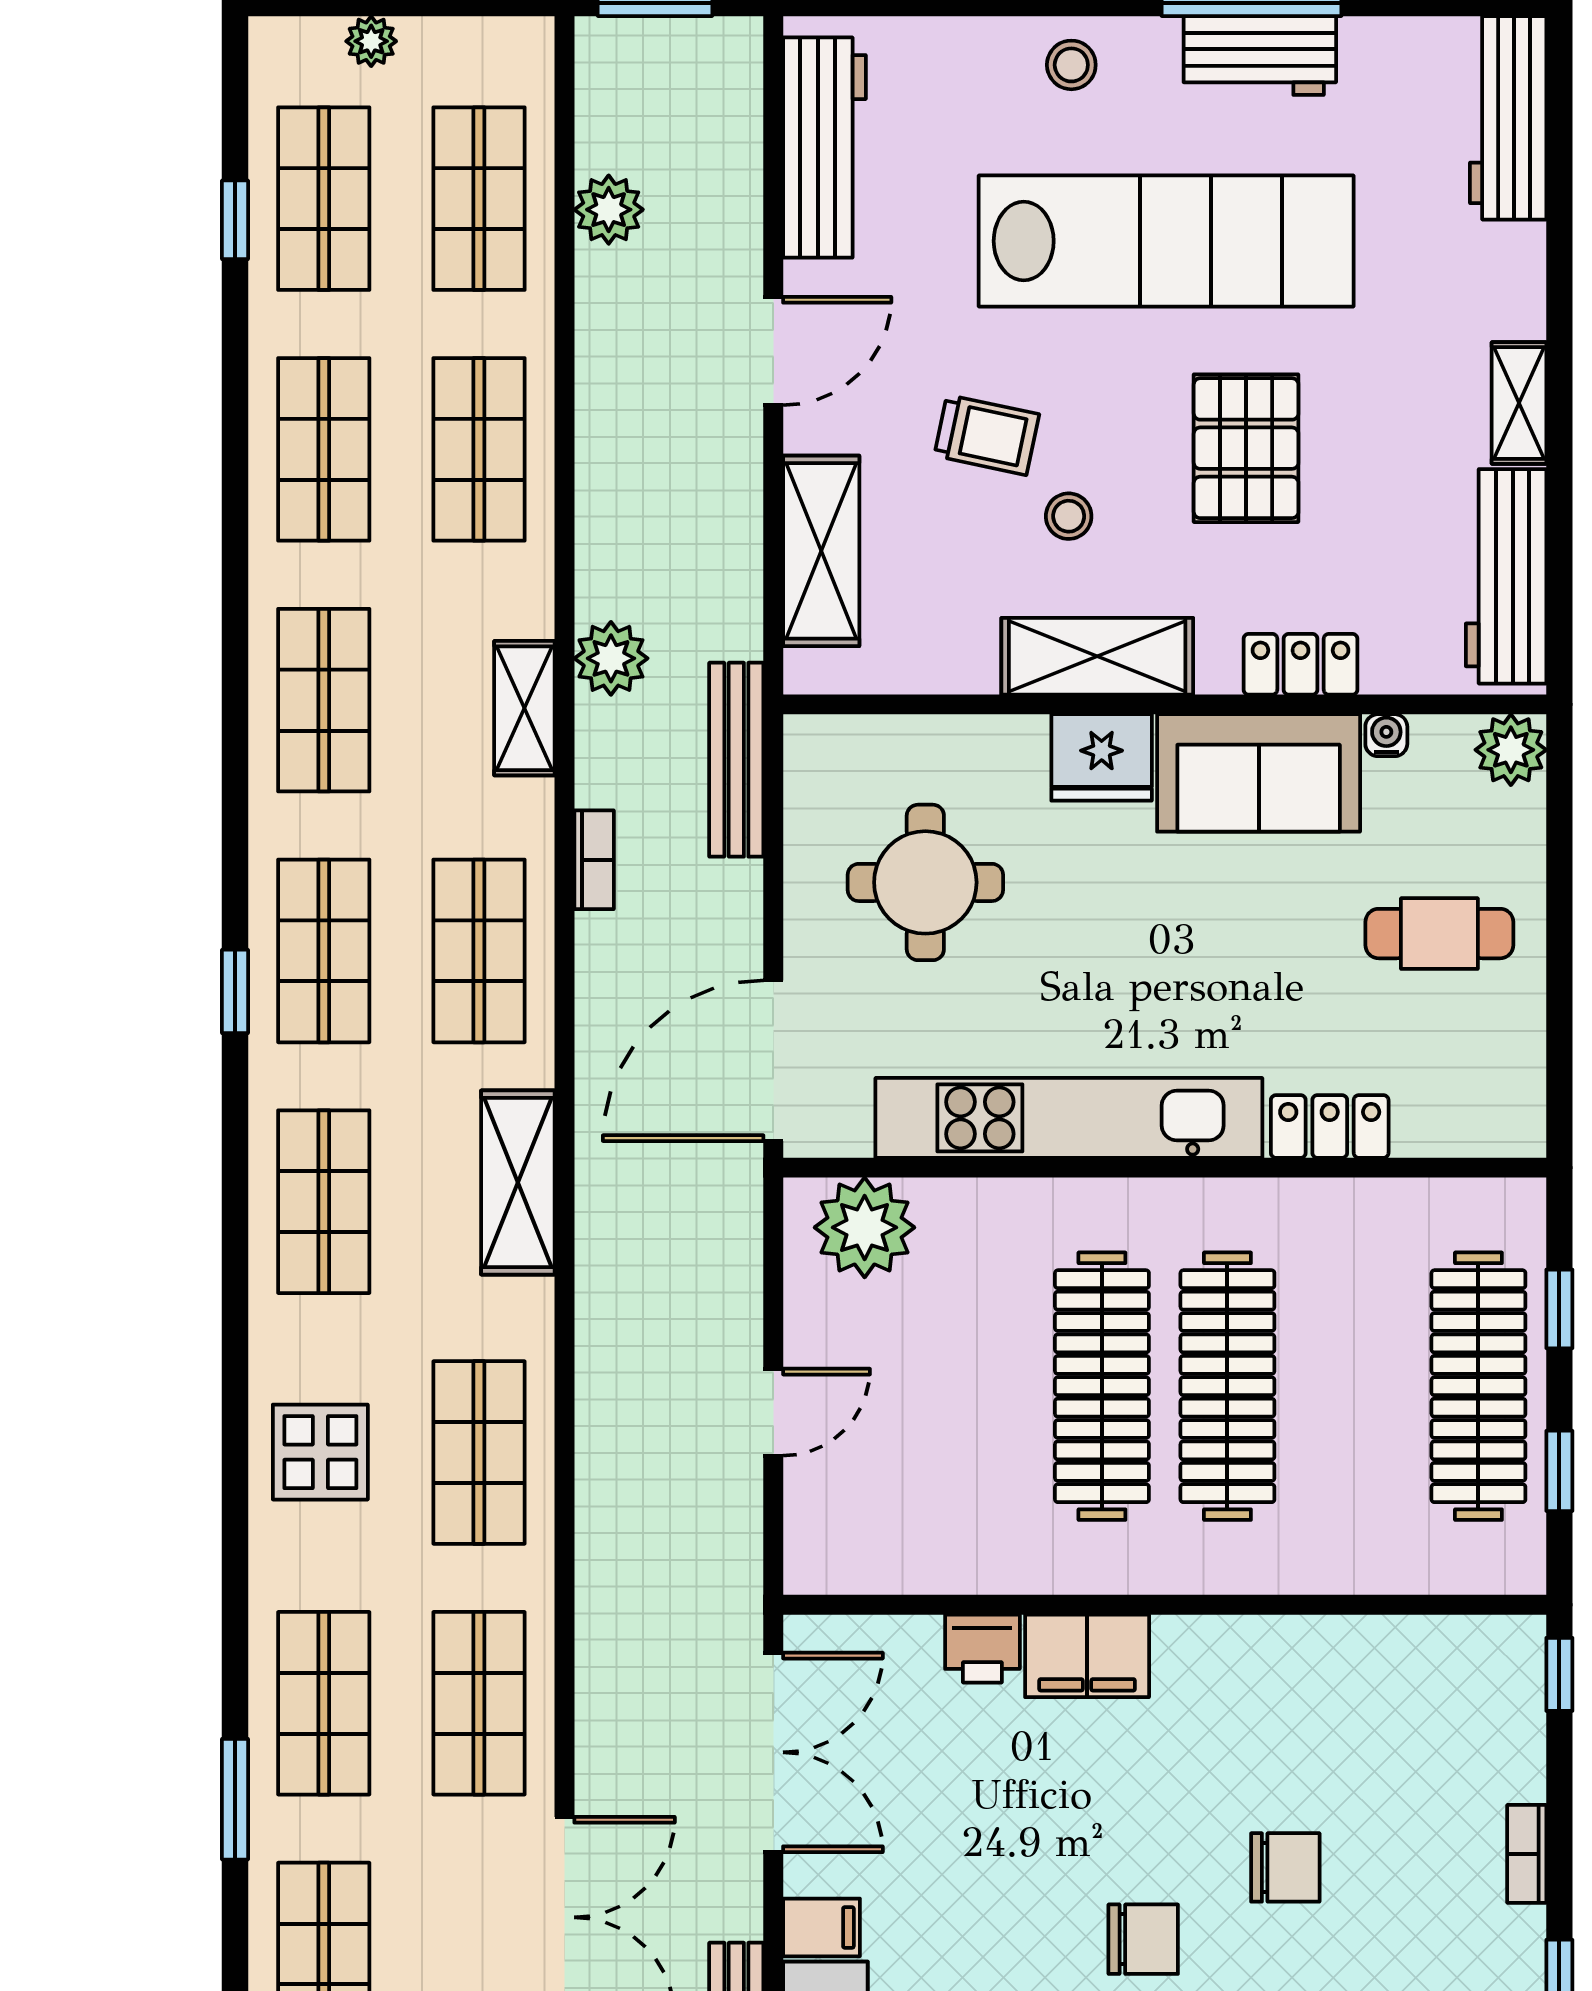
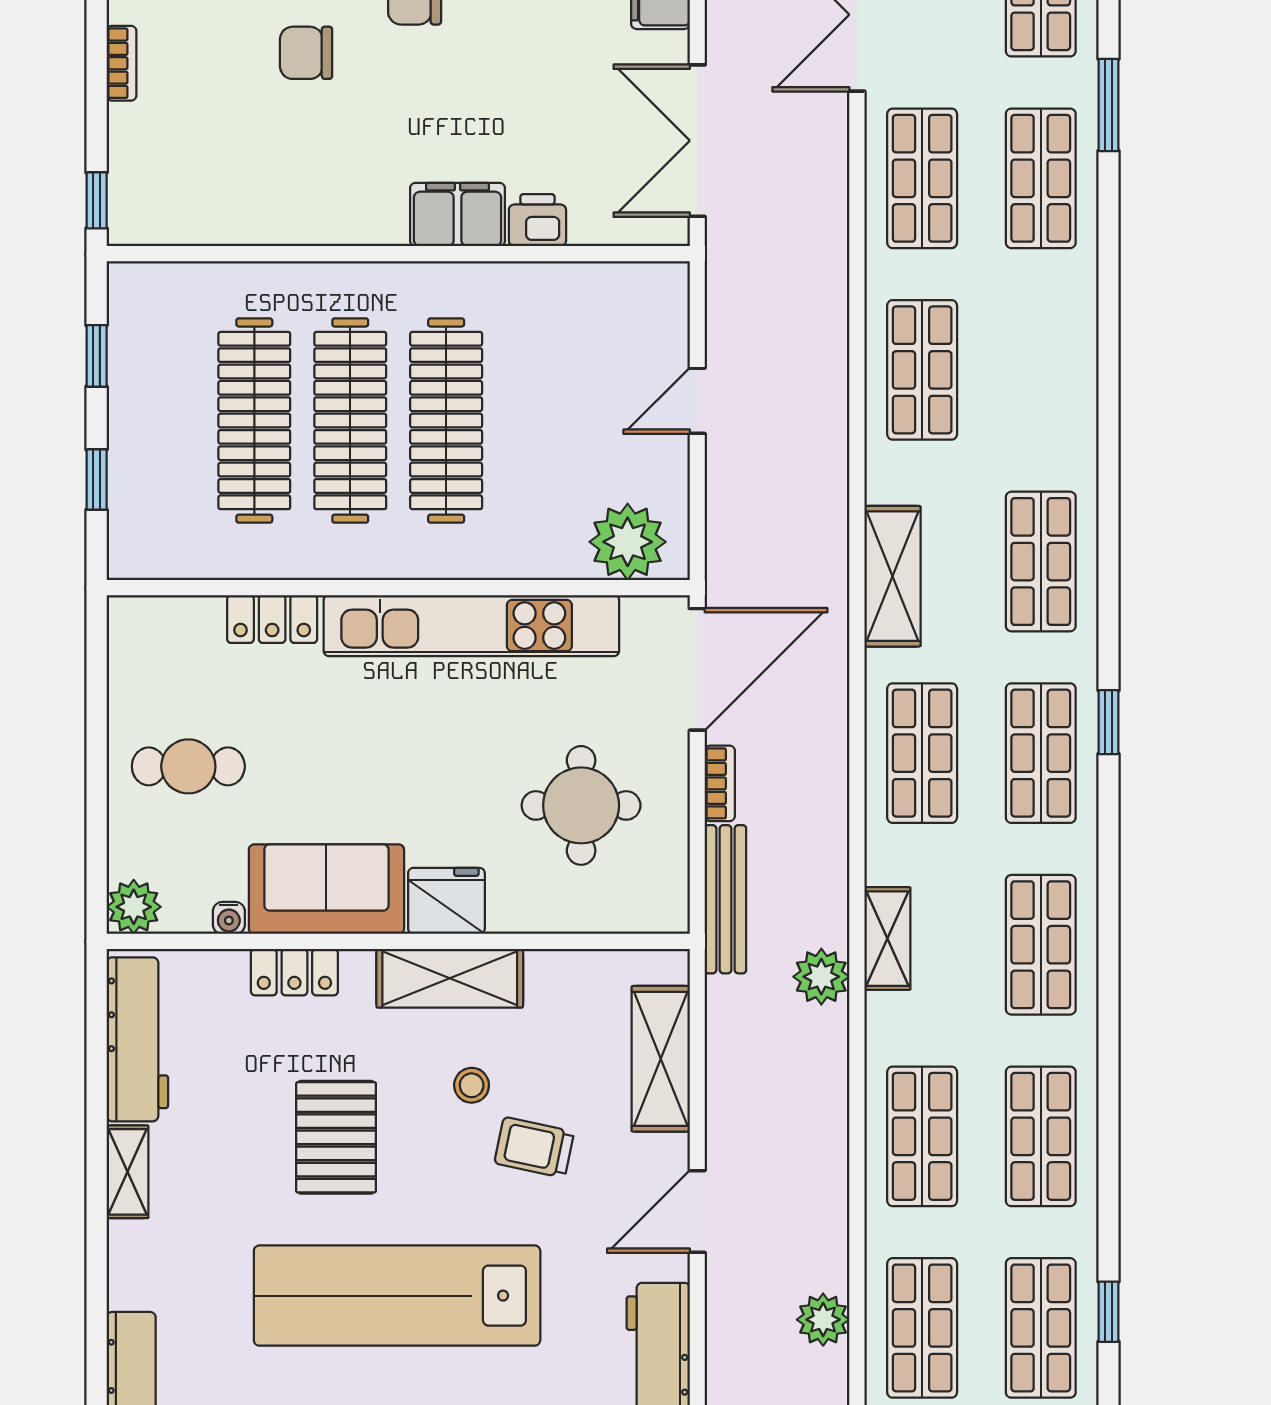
bookcase: (594, 860) -> (720, 783), moved, turned 180
clothes rail: (1478, 1386) -> (254, 421), moved
display table: (320, 1452) -> (1043, 370), removed

